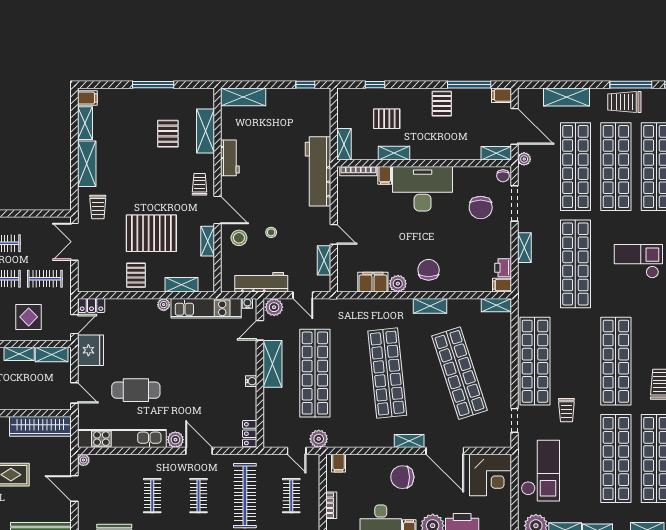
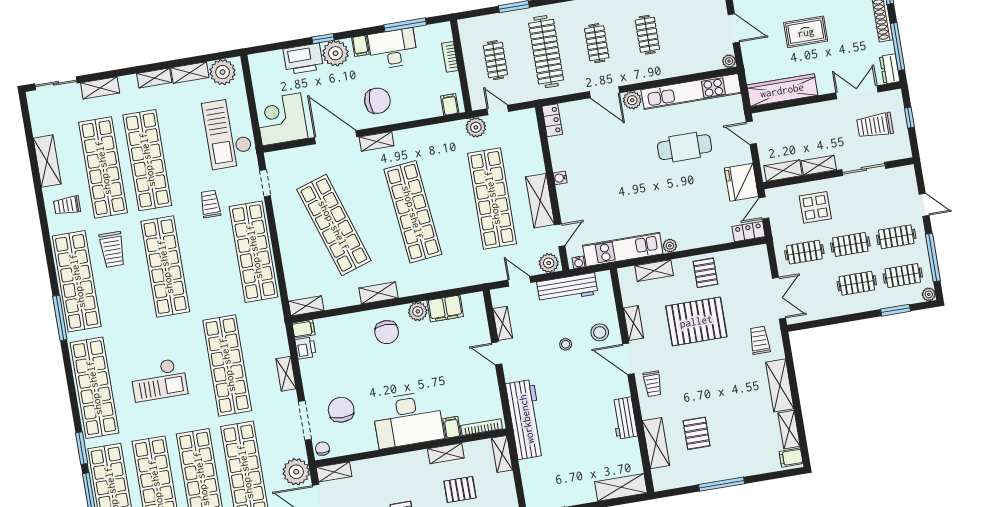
plant: (524, 159) -> (296, 472), width x1.87, depth x1.87

